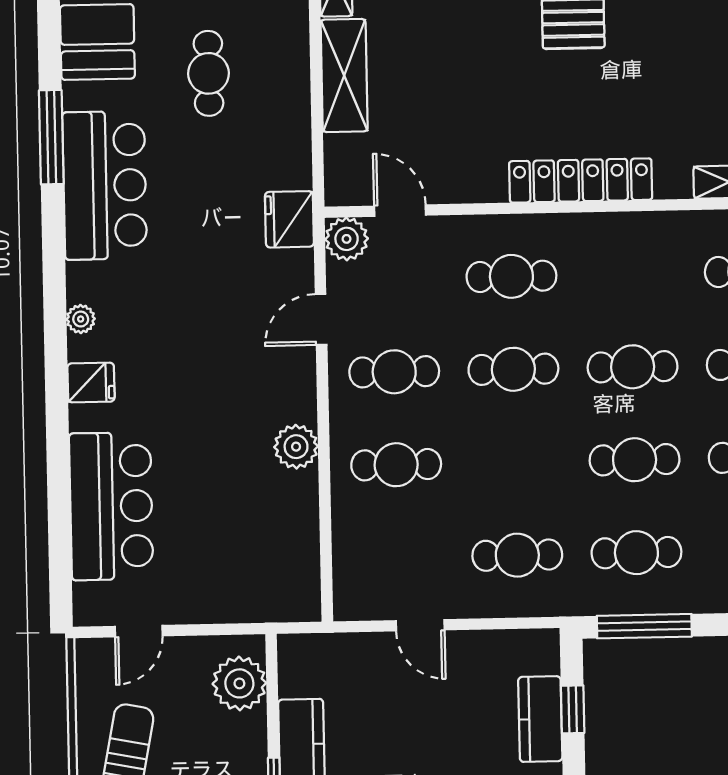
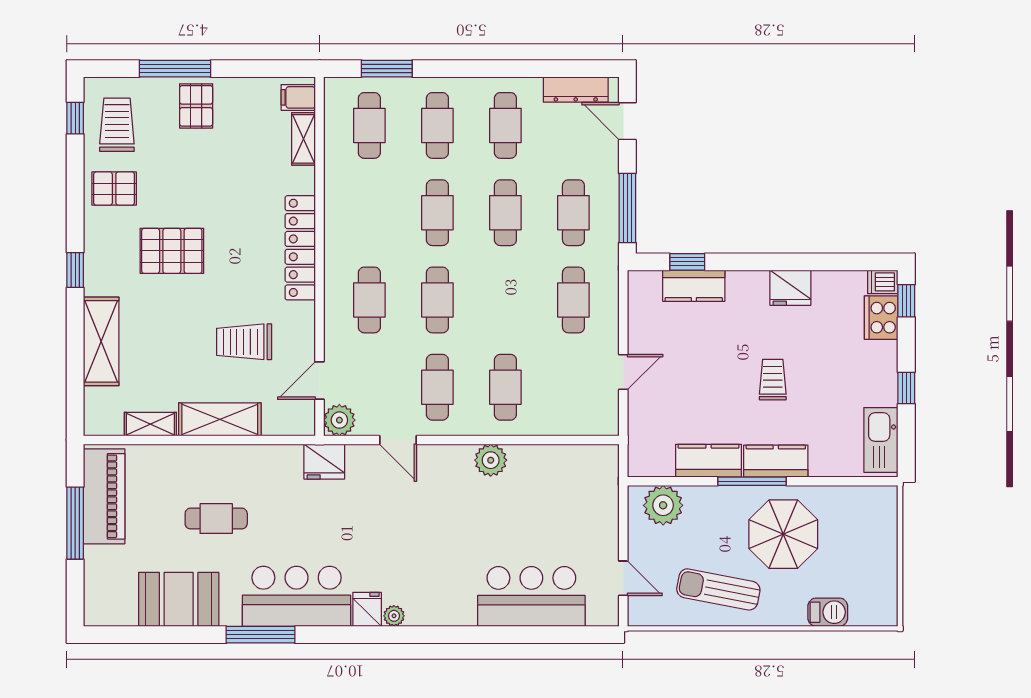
trolley: (451, 106) -> (244, 342), added
fridge: (91, 382) -> (367, 609), moved

